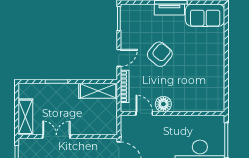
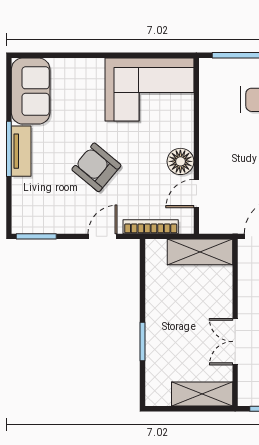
door: (119, 58) -> (103, 236), hinge flipped
corner sofa: (206, 86) -> (150, 90), added
shelving: (98, 91) -> (200, 252), moved, turned 90

